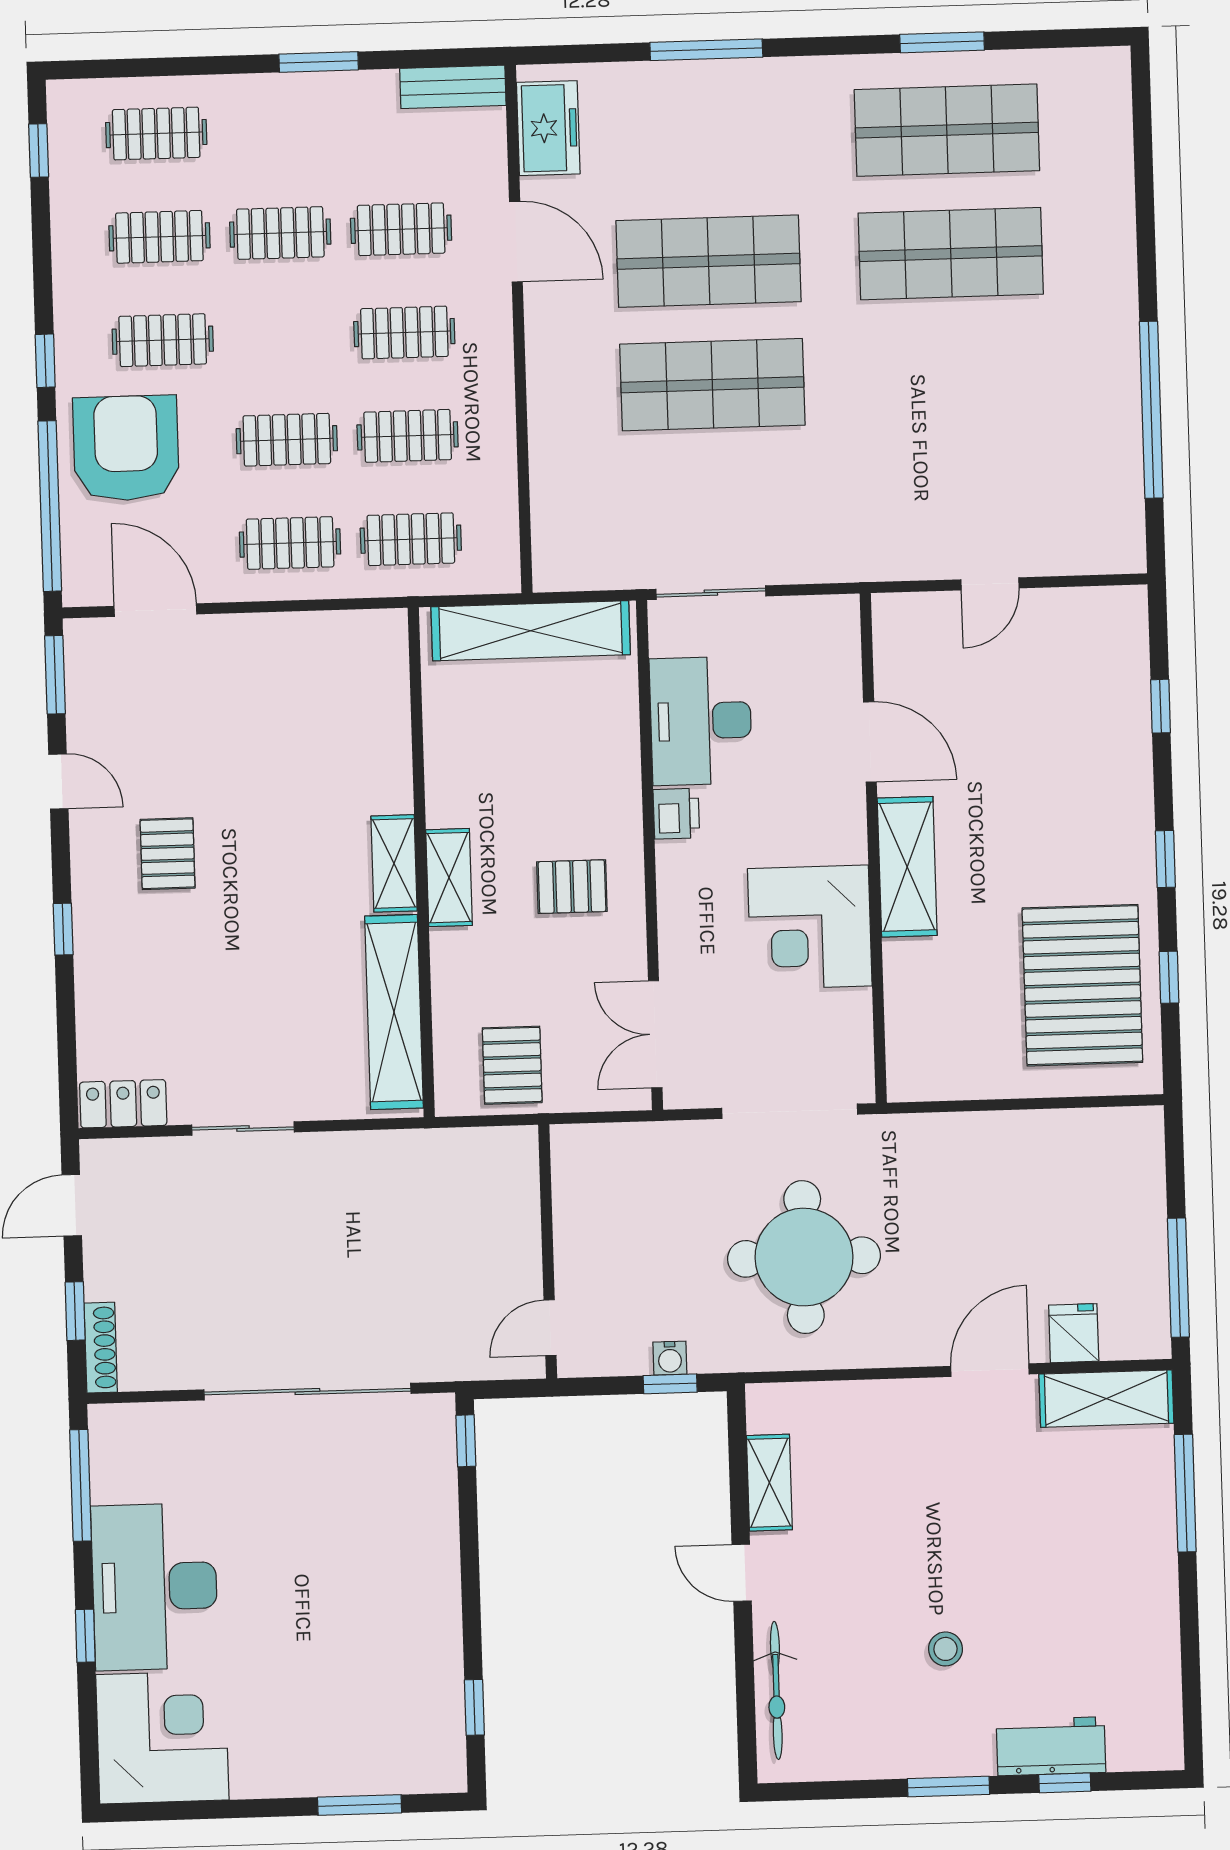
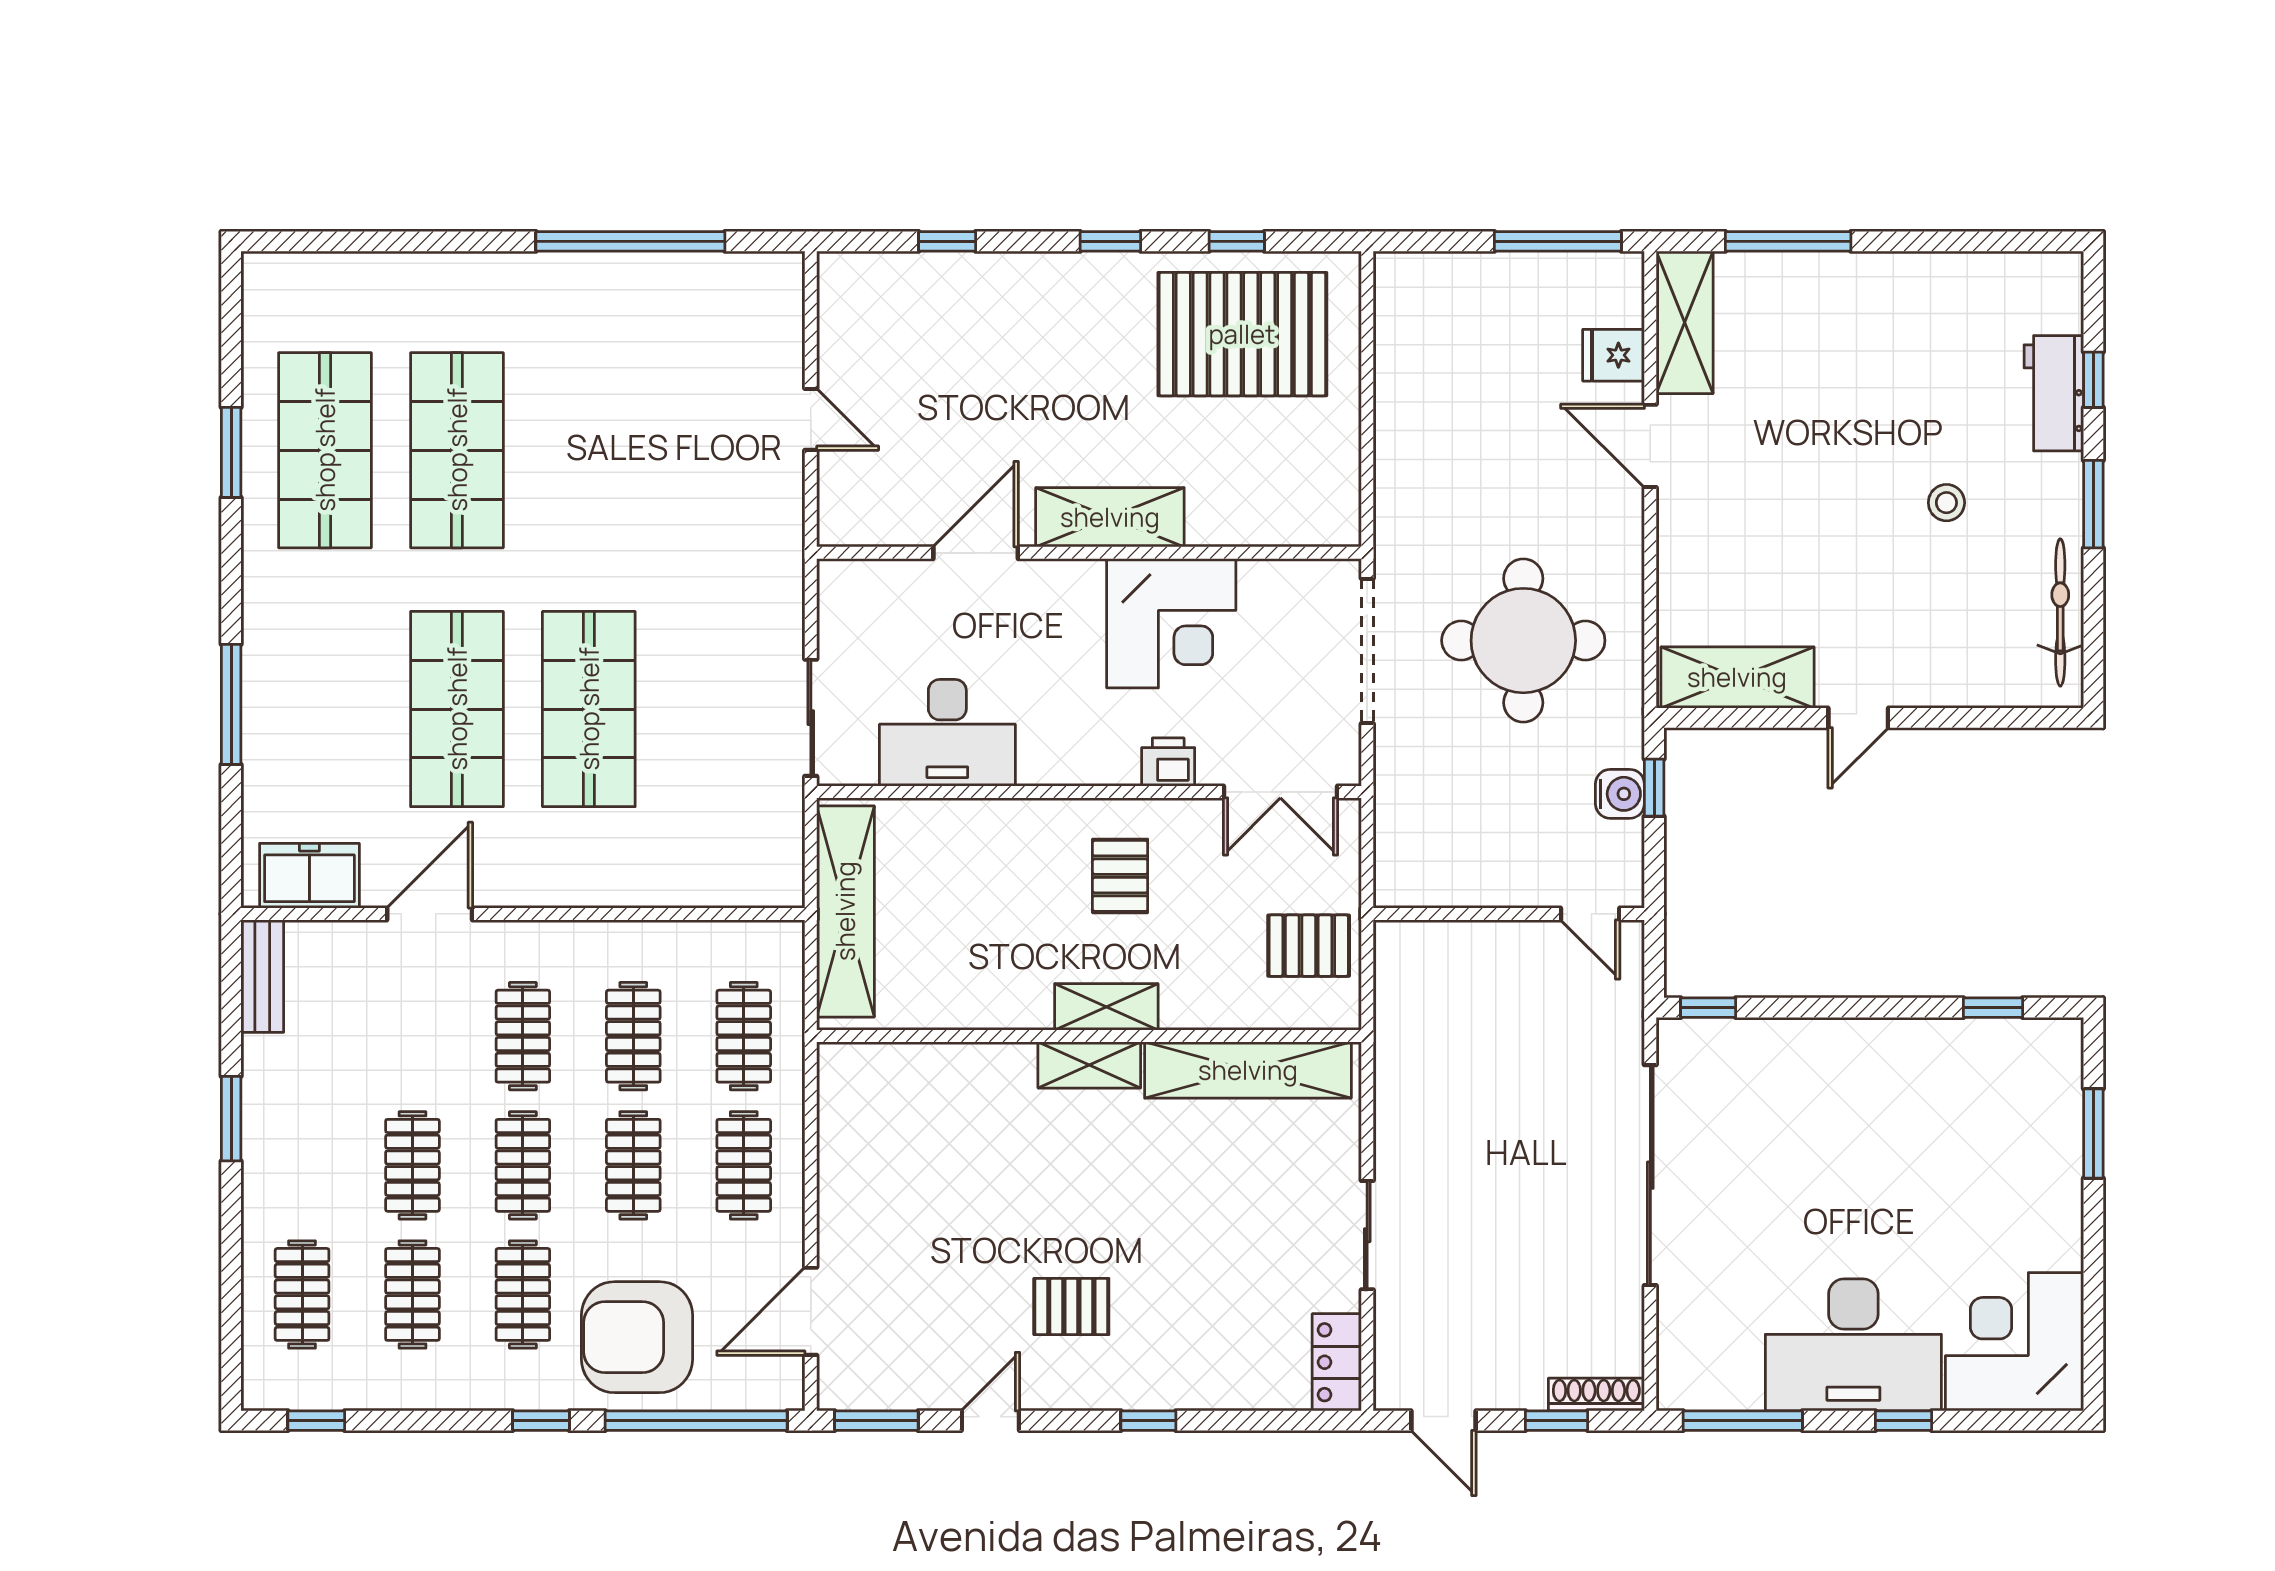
clothes rail: (401, 229) -> (523, 1165), moved
printer: (676, 814) -> (1168, 762), moved
water cooler: (670, 1358) -> (1620, 794), width x1.38, depth x1.38
shelving: (769, 1483) -> (1737, 677), width x1.50, depth x1.33
bicycle: (776, 1690) -> (2060, 612), moved, turned -90

